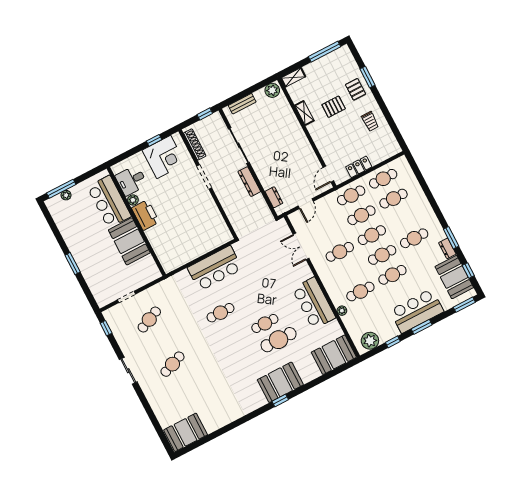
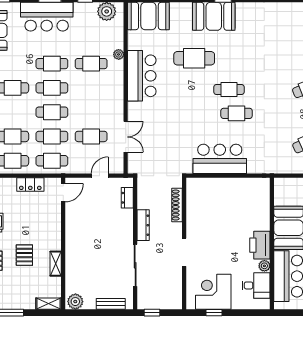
pallet: (334, 107) -> (24, 255), turned 90
shoe rack: (195, 144) -> (177, 205), moved
cafe table: (340, 252) -> (91, 136), moved
cafe table: (265, 323) -> (229, 89), moved

